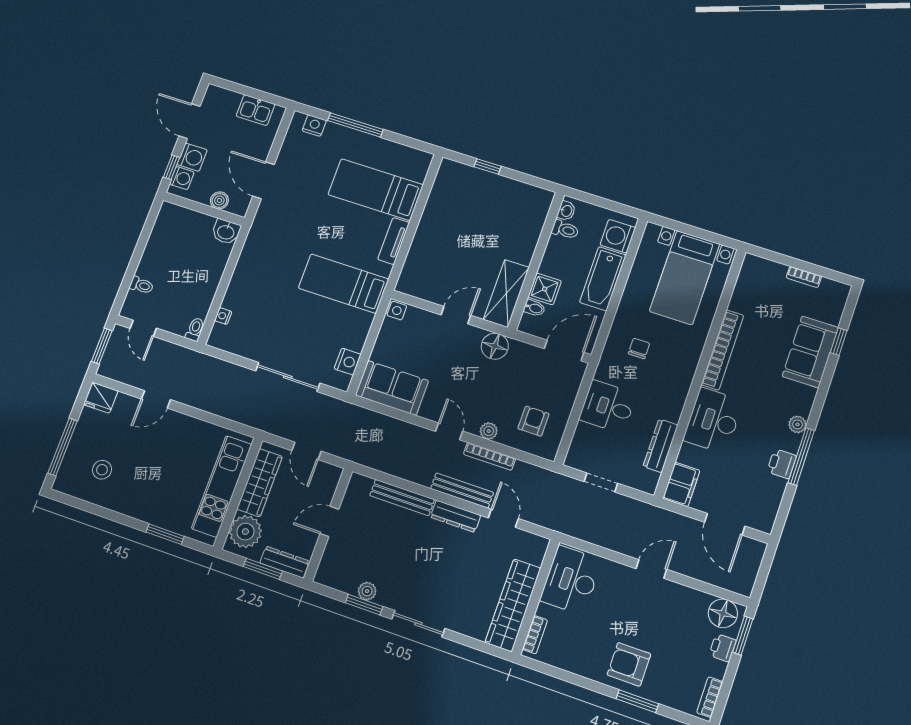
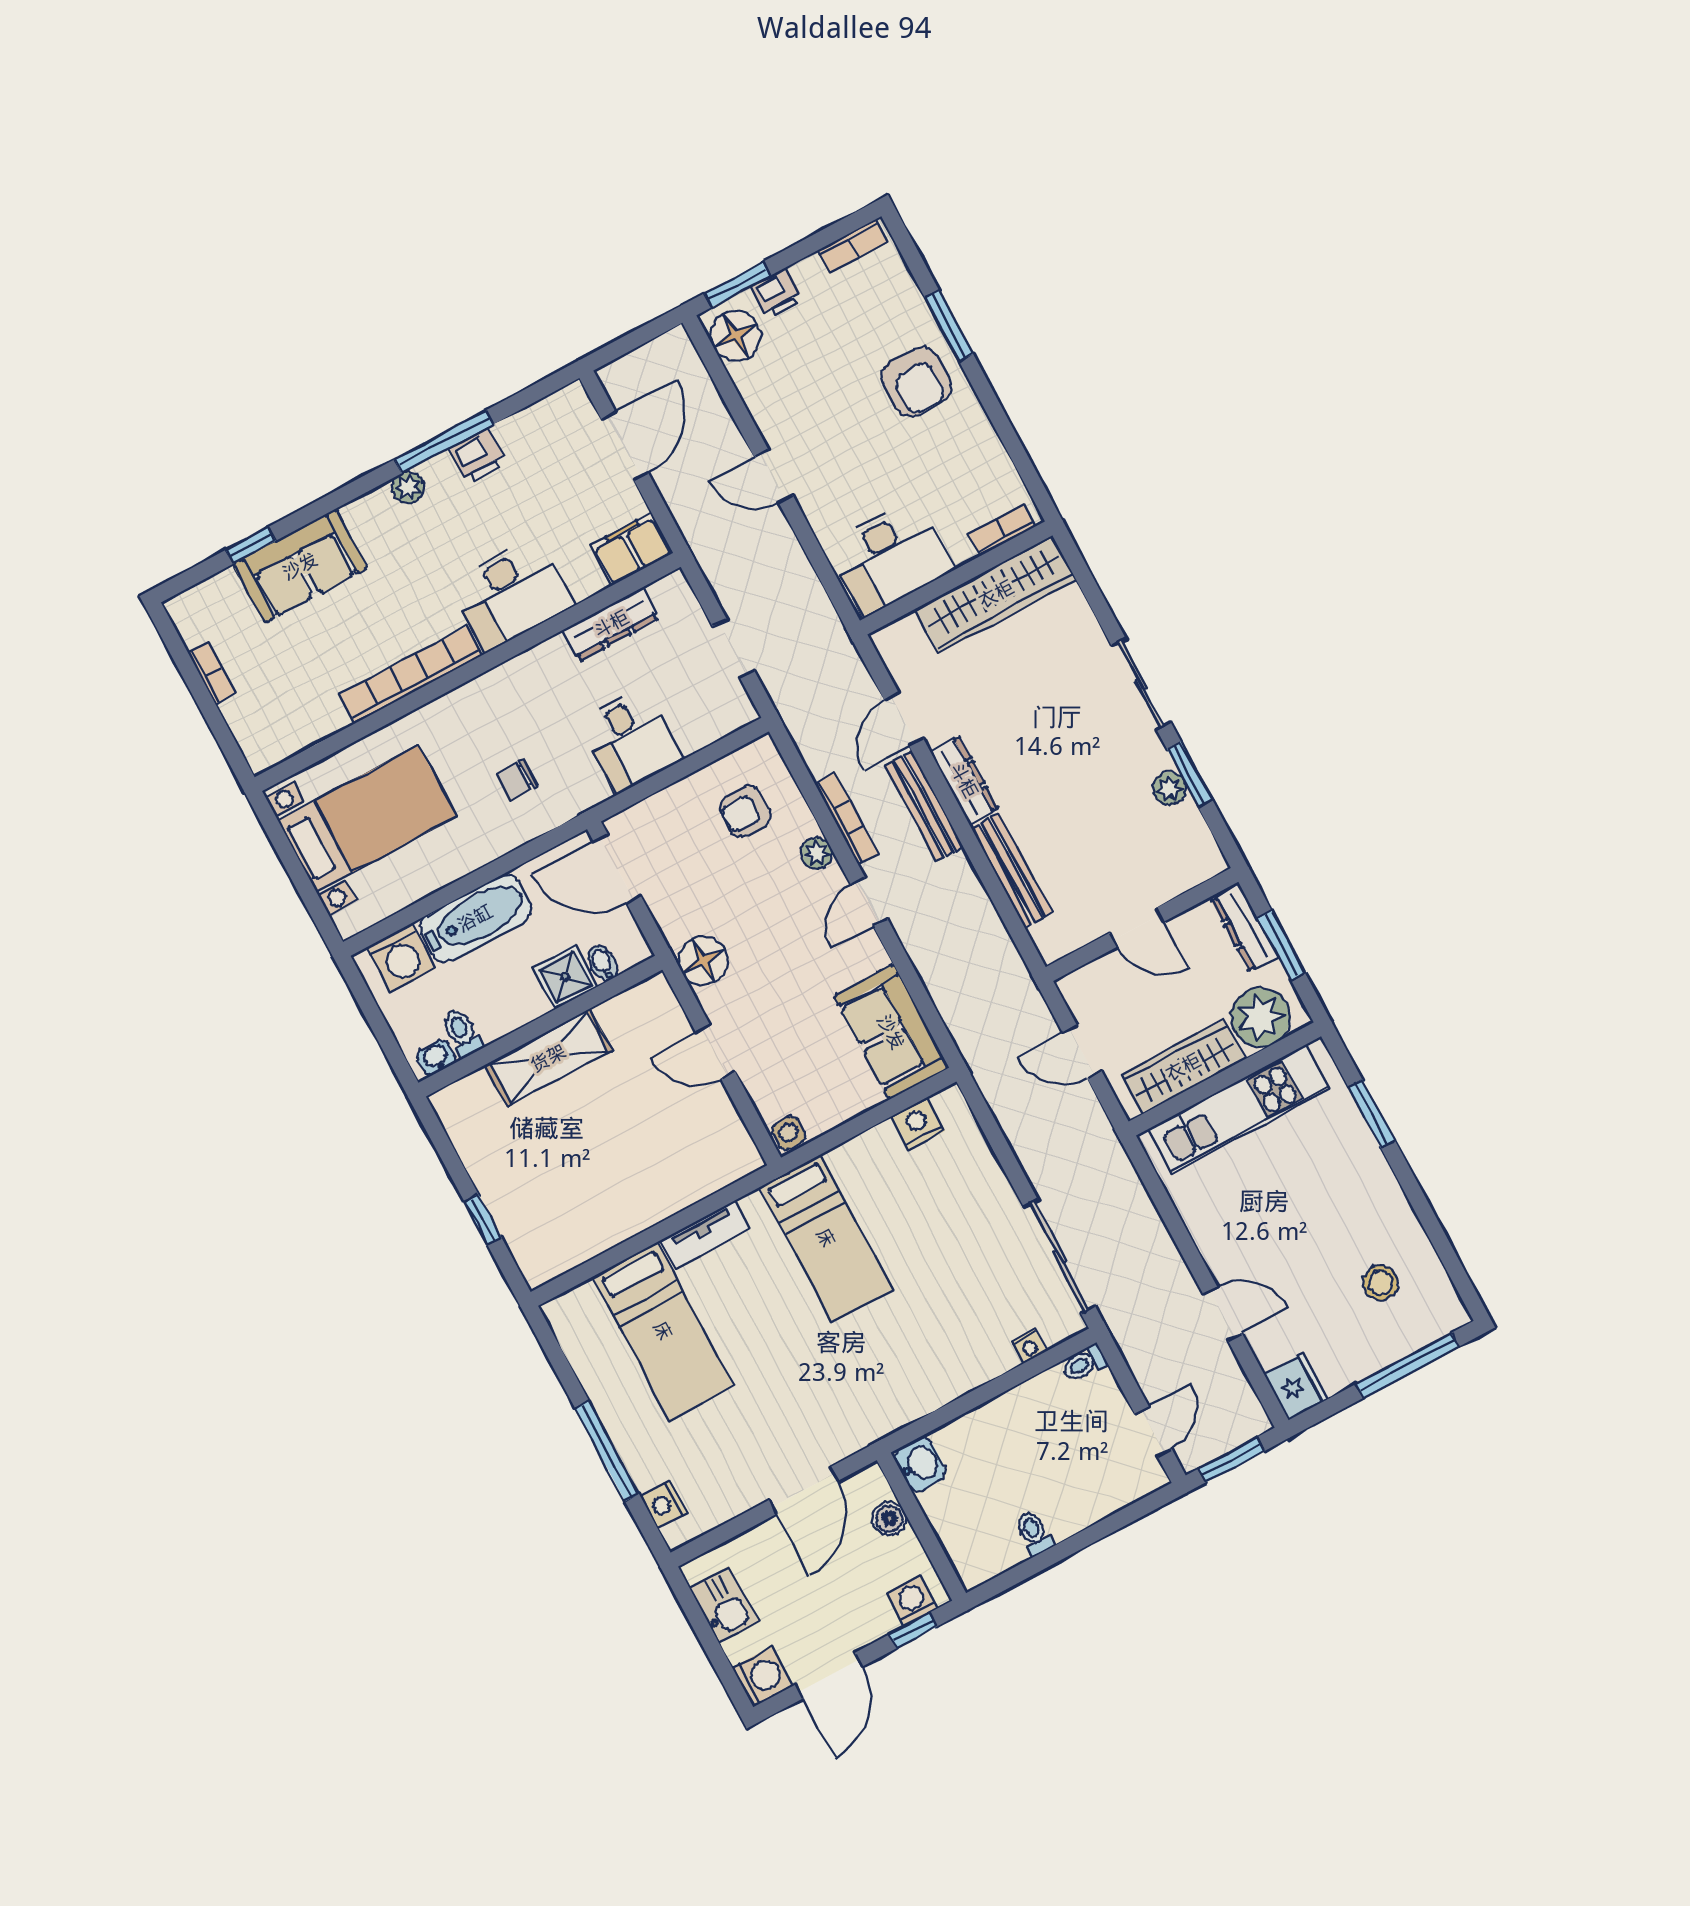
washing machine: (192, 157) -> (762, 1677), moved, turned 90
toilet: (142, 285) -> (1034, 1533), moved
shelving: (506, 293) -> (548, 1058), moved
sliding door: (288, 377) -> (1059, 1256), moved
door: (307, 451) -> (1082, 1052), swing flipped

